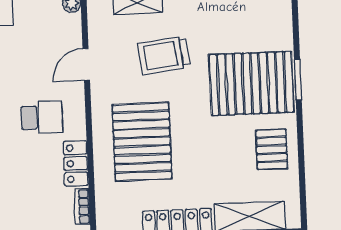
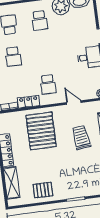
pallet: (251, 83) -> (72, 178), removed
pallet: (142, 142) -> (41, 131), turned 90

